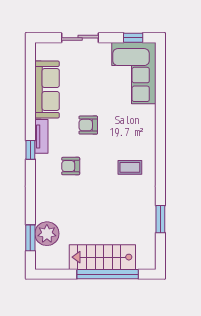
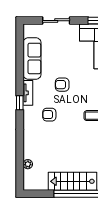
plant: (47, 234) -> (28, 164), width x0.53, depth x0.53
window: (30, 238) -> (20, 167), removed

